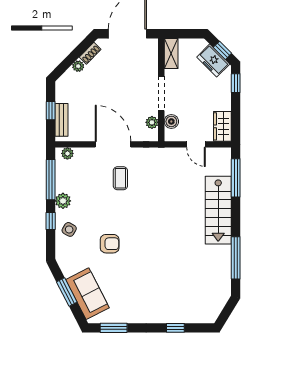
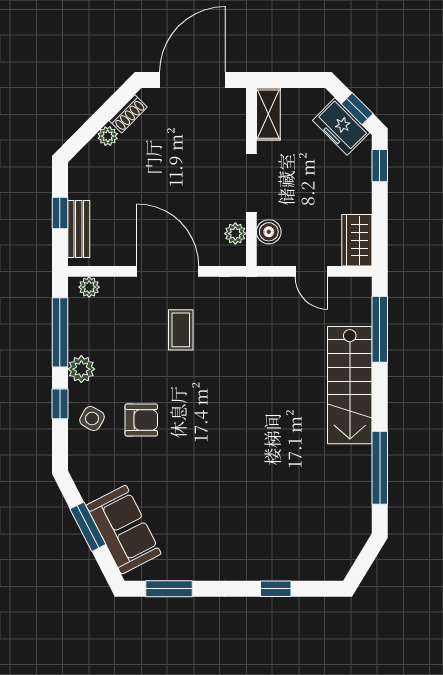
armchair: (110, 244) -> (141, 420), moved

